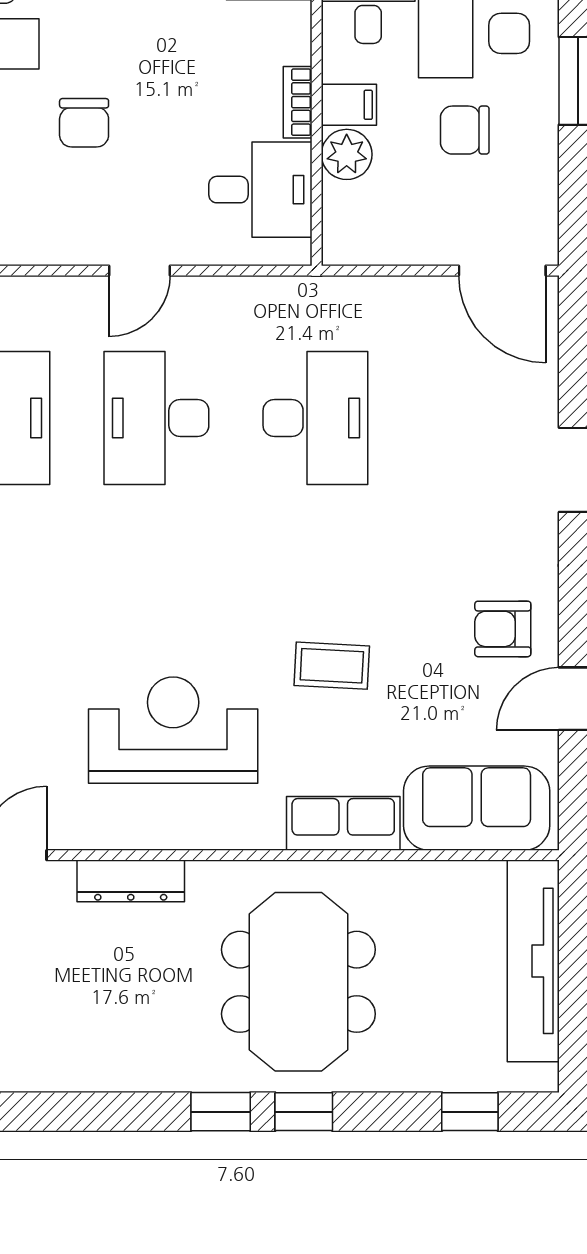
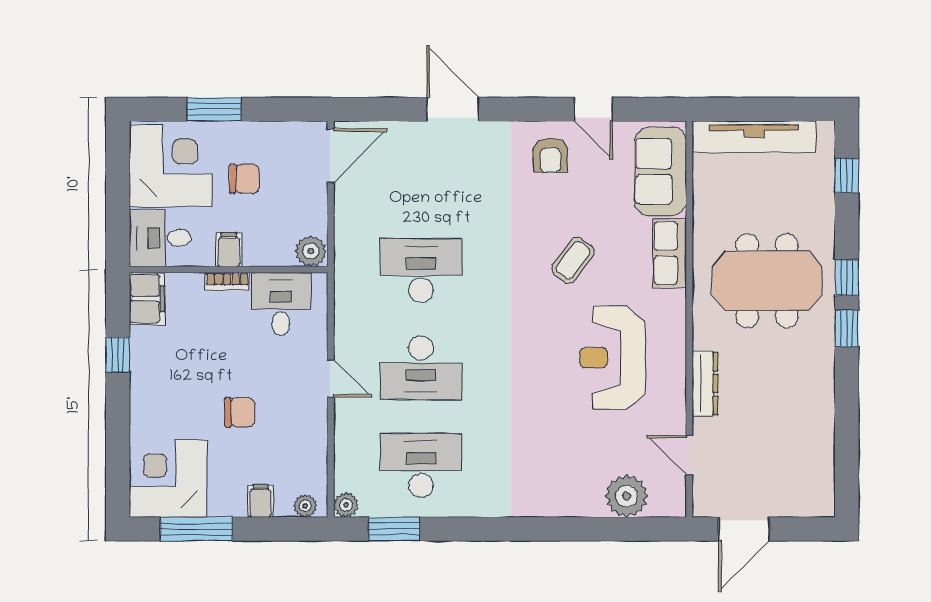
chair: (465, 130) -> (244, 179), turned -90
plant: (347, 154) -> (311, 251), moved
coffee table: (332, 666) -> (573, 260), turned 34

